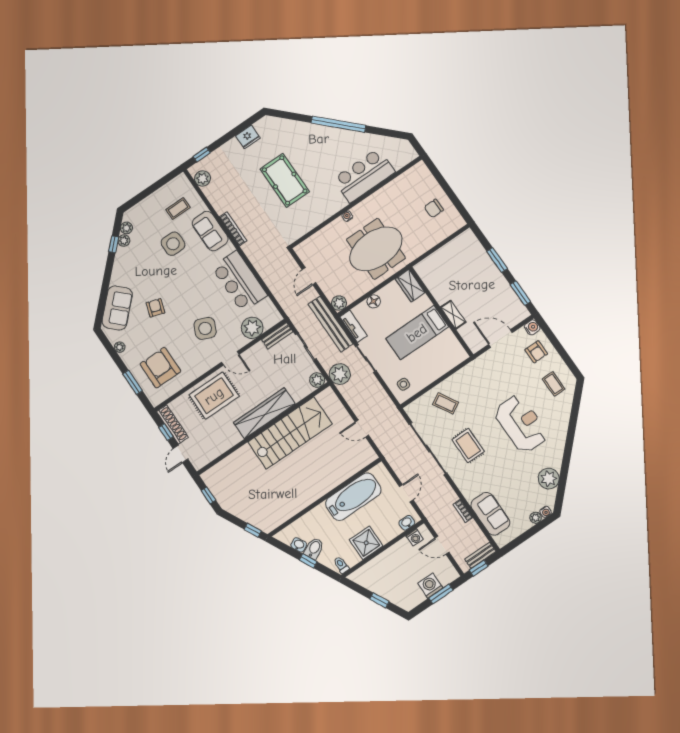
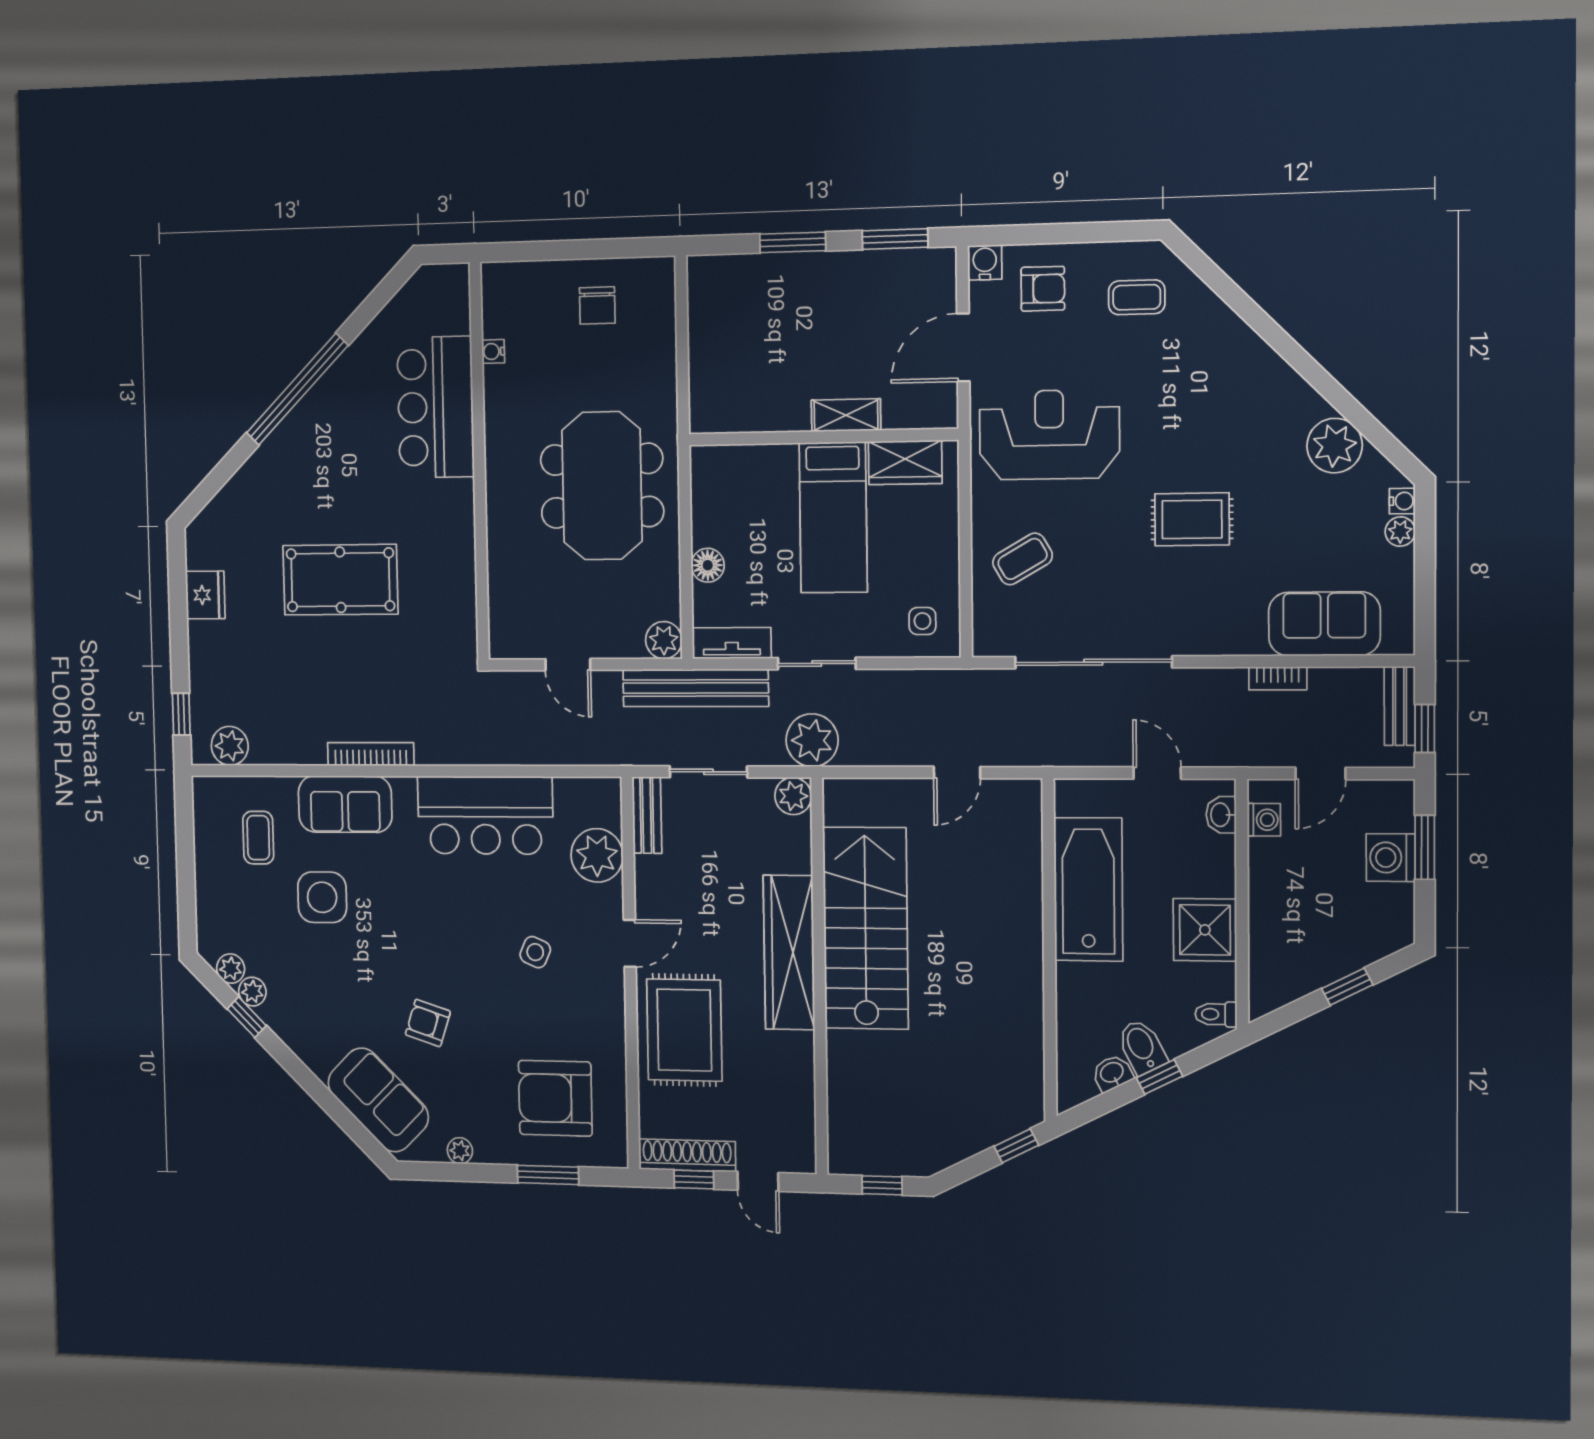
water cooler: (347, 216) -> (493, 351), moved
wardrobe: (410, 286) -> (905, 462), moved
side table: (205, 328) -> (535, 952), width x0.54, depth x0.54
reception desk: (521, 424) -> (1049, 435), moved
rug: (468, 446) -> (1192, 519), moved

